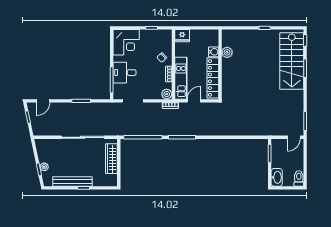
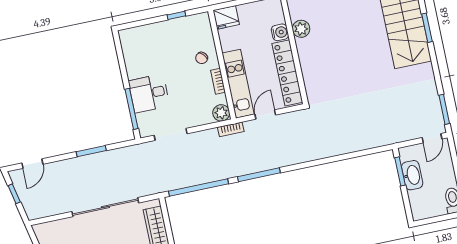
corner desk: (126, 42) -> (142, 46), removed
washbasin: (277, 177) -> (412, 175), moved

